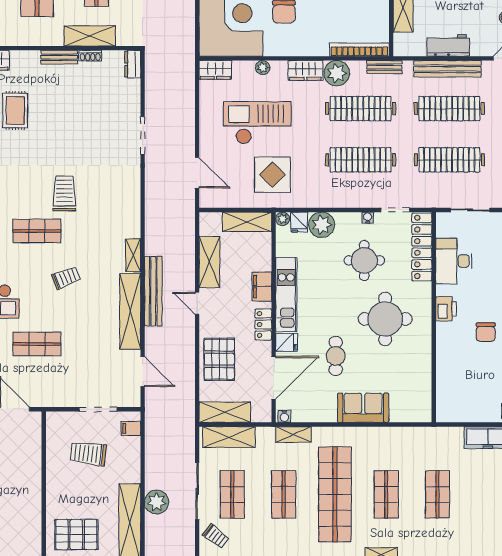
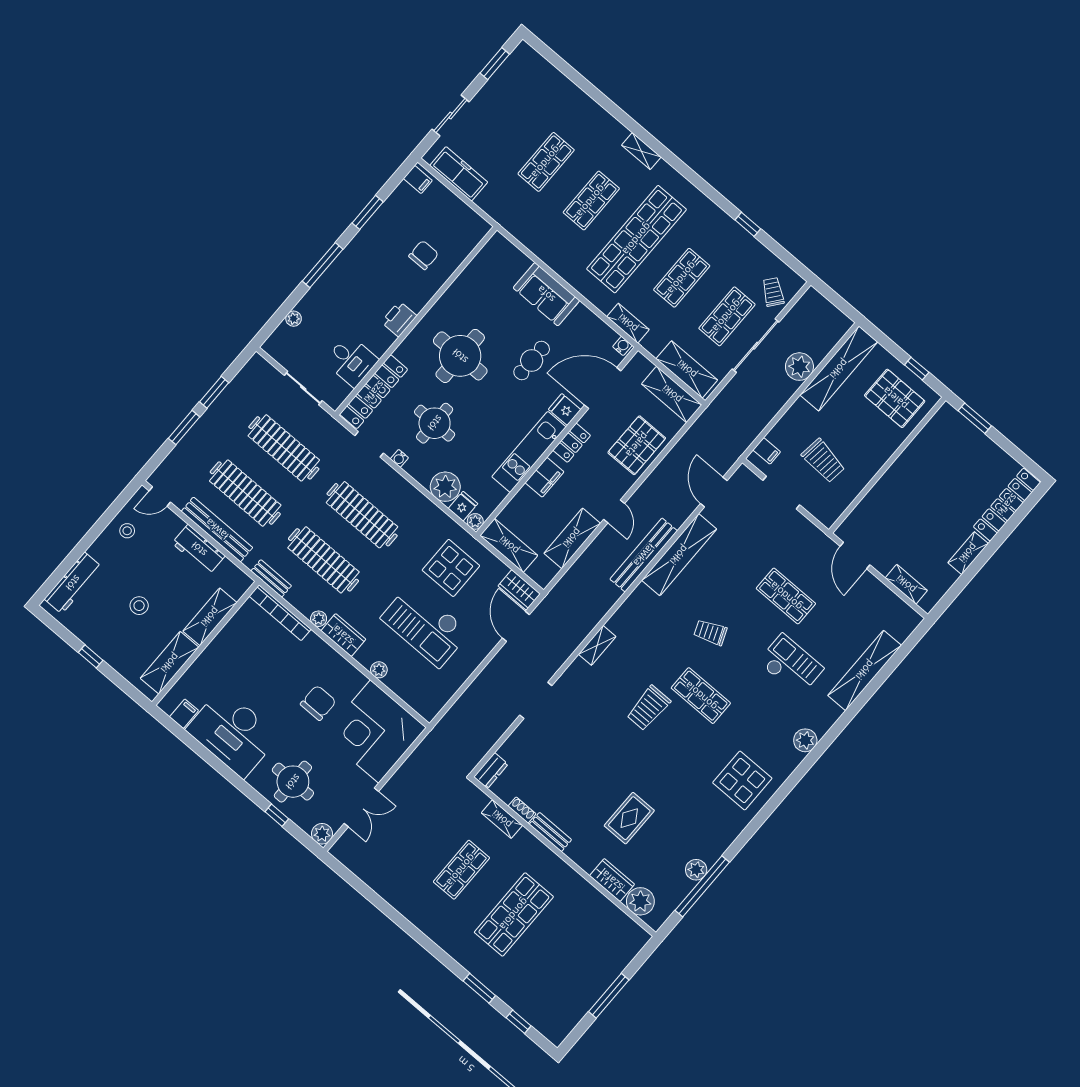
shelving: (90, 36) -> (502, 819), width x0.67, depth x0.75
wardrobe: (215, 70) -> (519, 590), moved, turned 180
plant: (337, 73) -> (319, 619), width x0.53, depth x0.53
shelving: (133, 255) -> (597, 645), moved
desk: (454, 261) -> (351, 361), width x0.73
chair: (486, 332) -> (424, 255), moved

